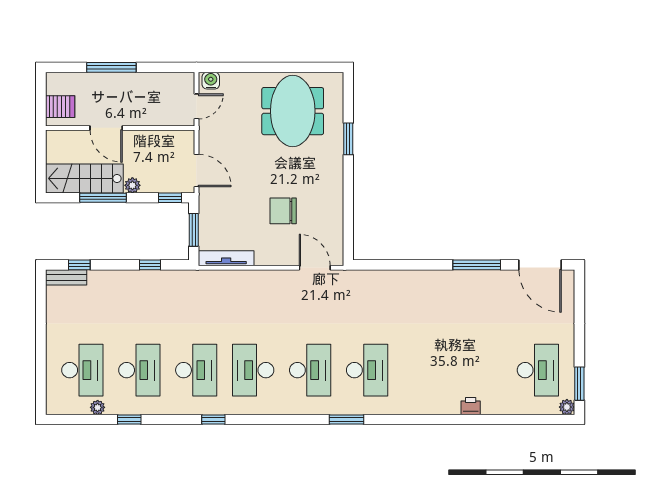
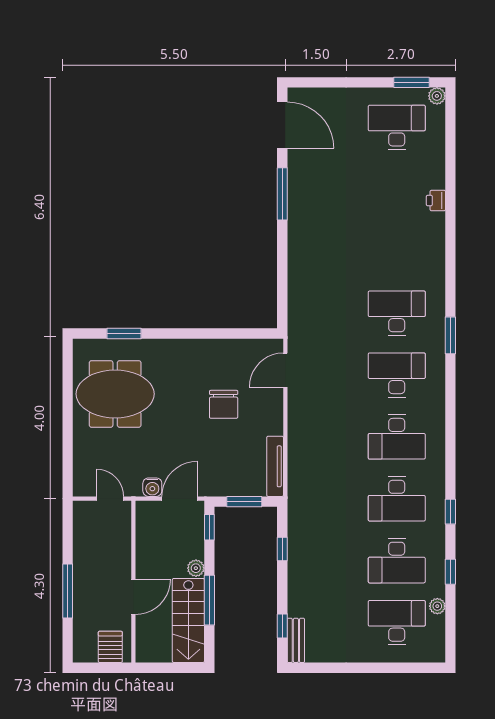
water cooler: (211, 81) -> (152, 487), moved, turned -90
window: (348, 139) -> (124, 334), moved
door: (540, 265) -> (282, 125), hinge flipped
desk: (139, 370) -> (397, 561), turned 180
desk: (196, 370) -> (397, 499), turned 180
window: (213, 420) -> (450, 512), moved

